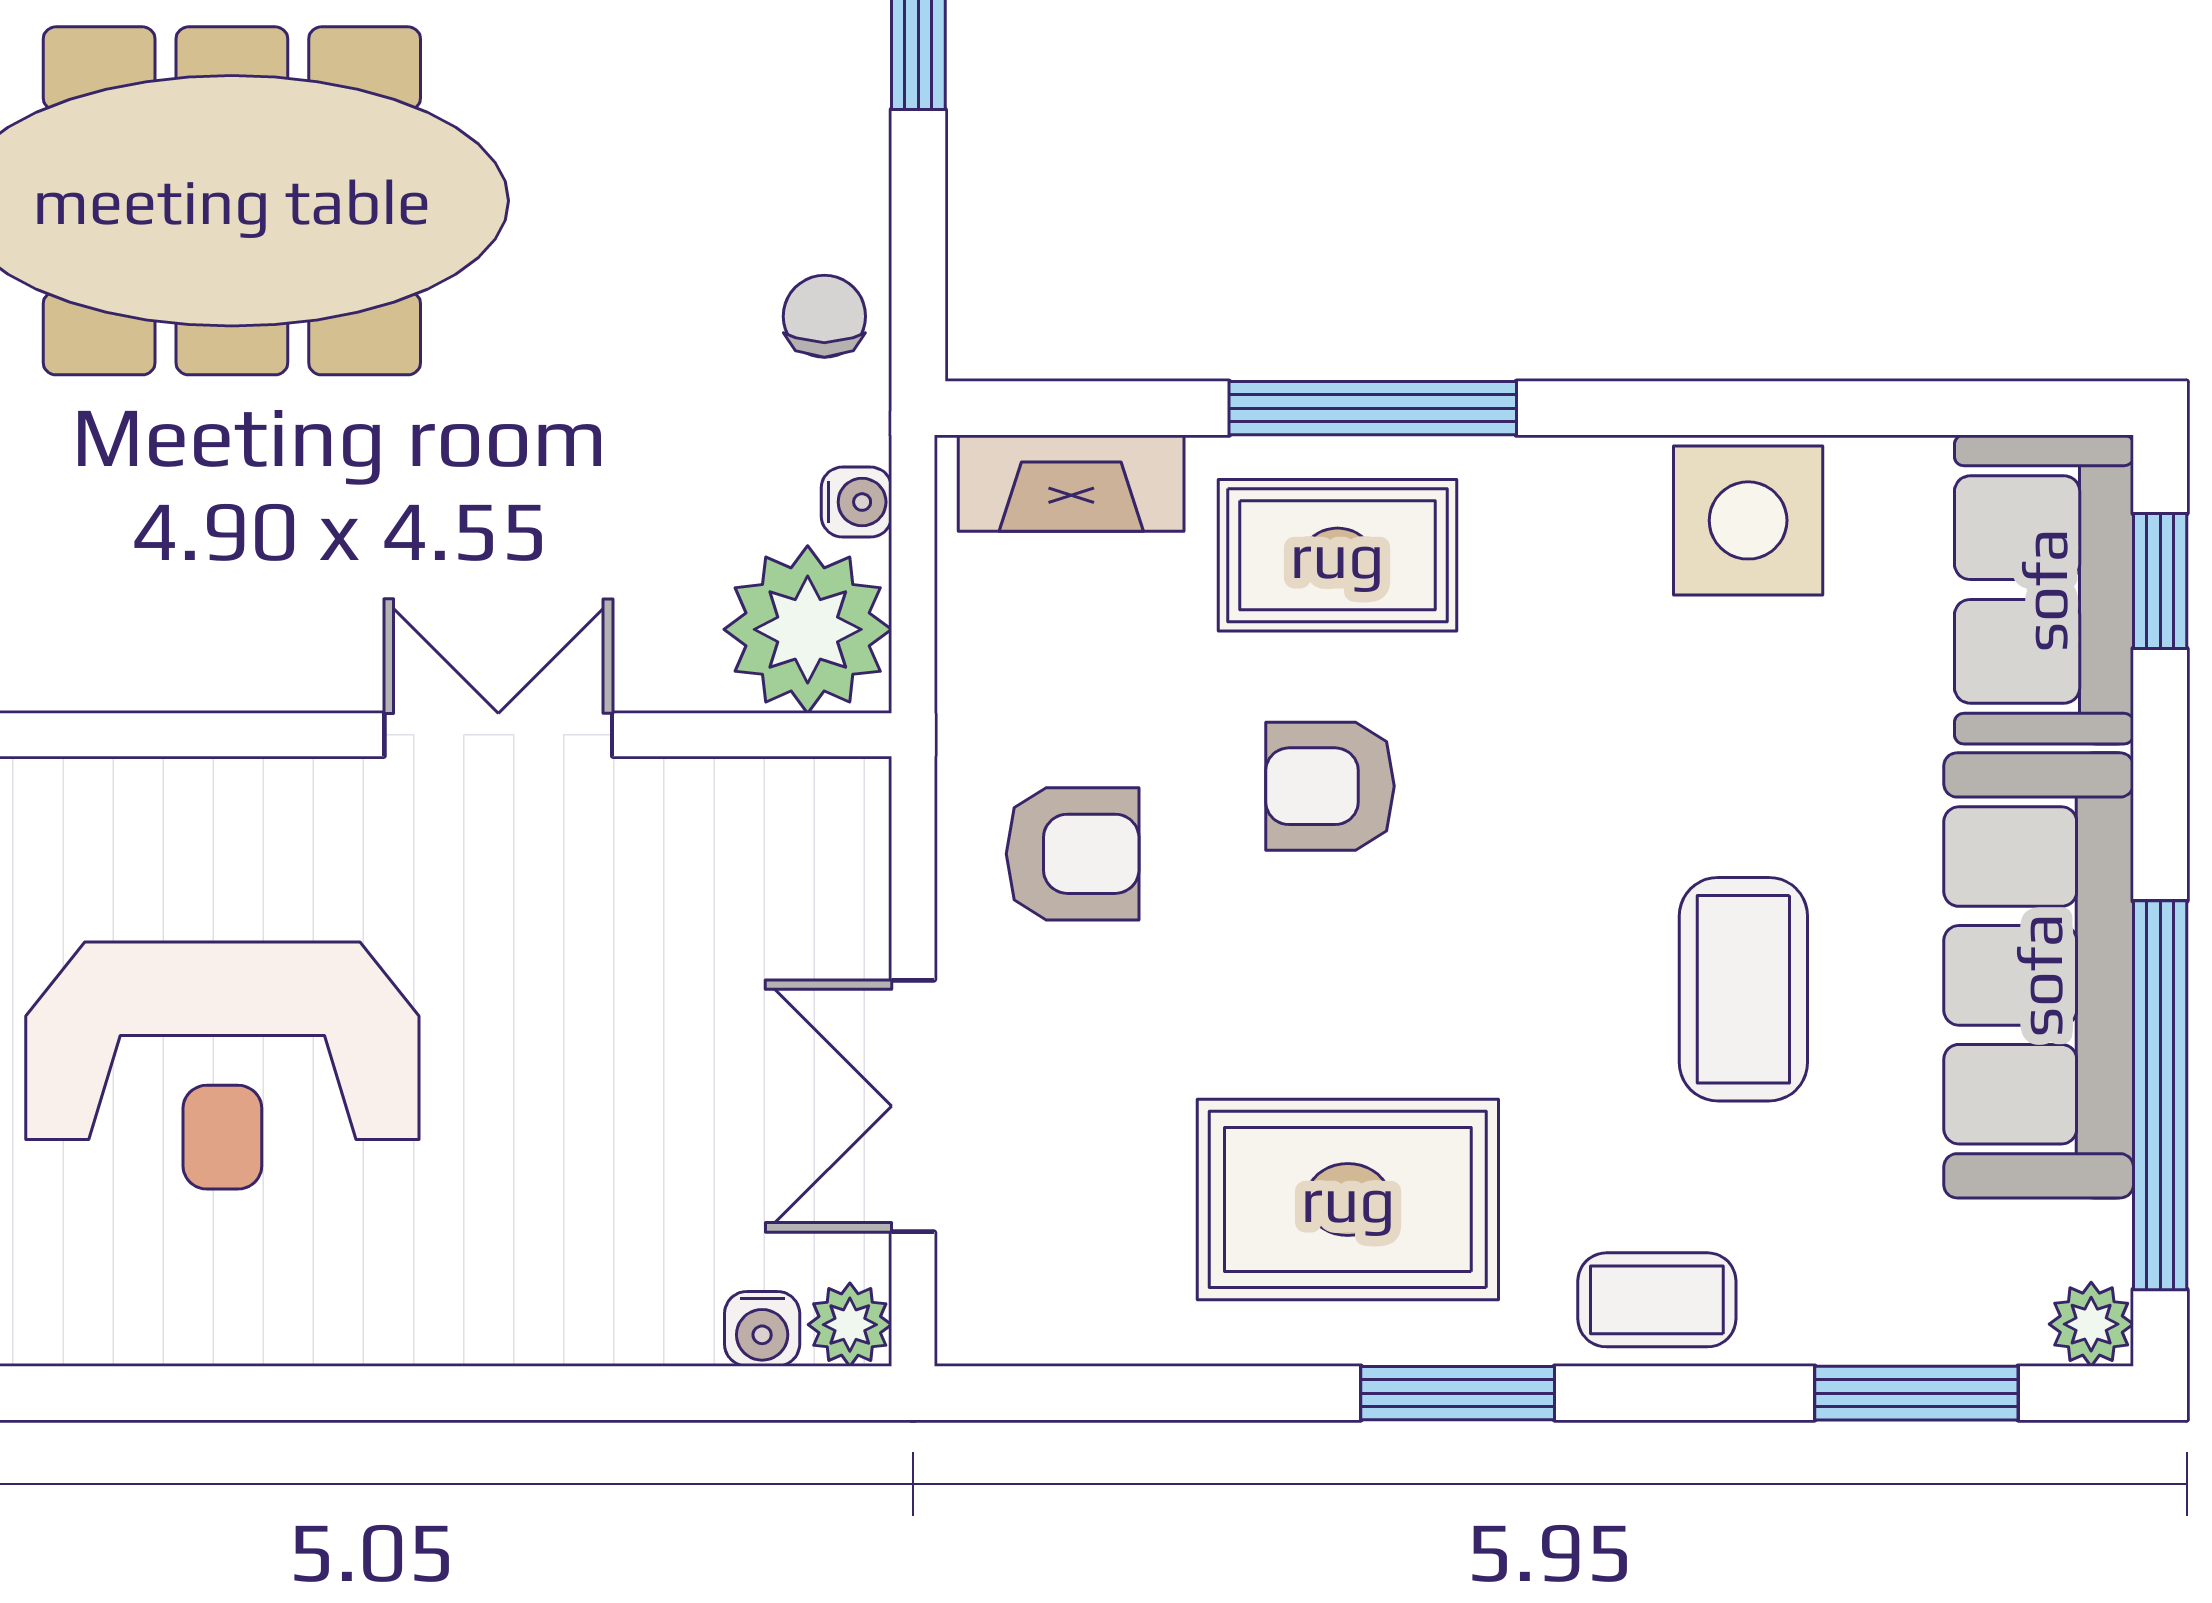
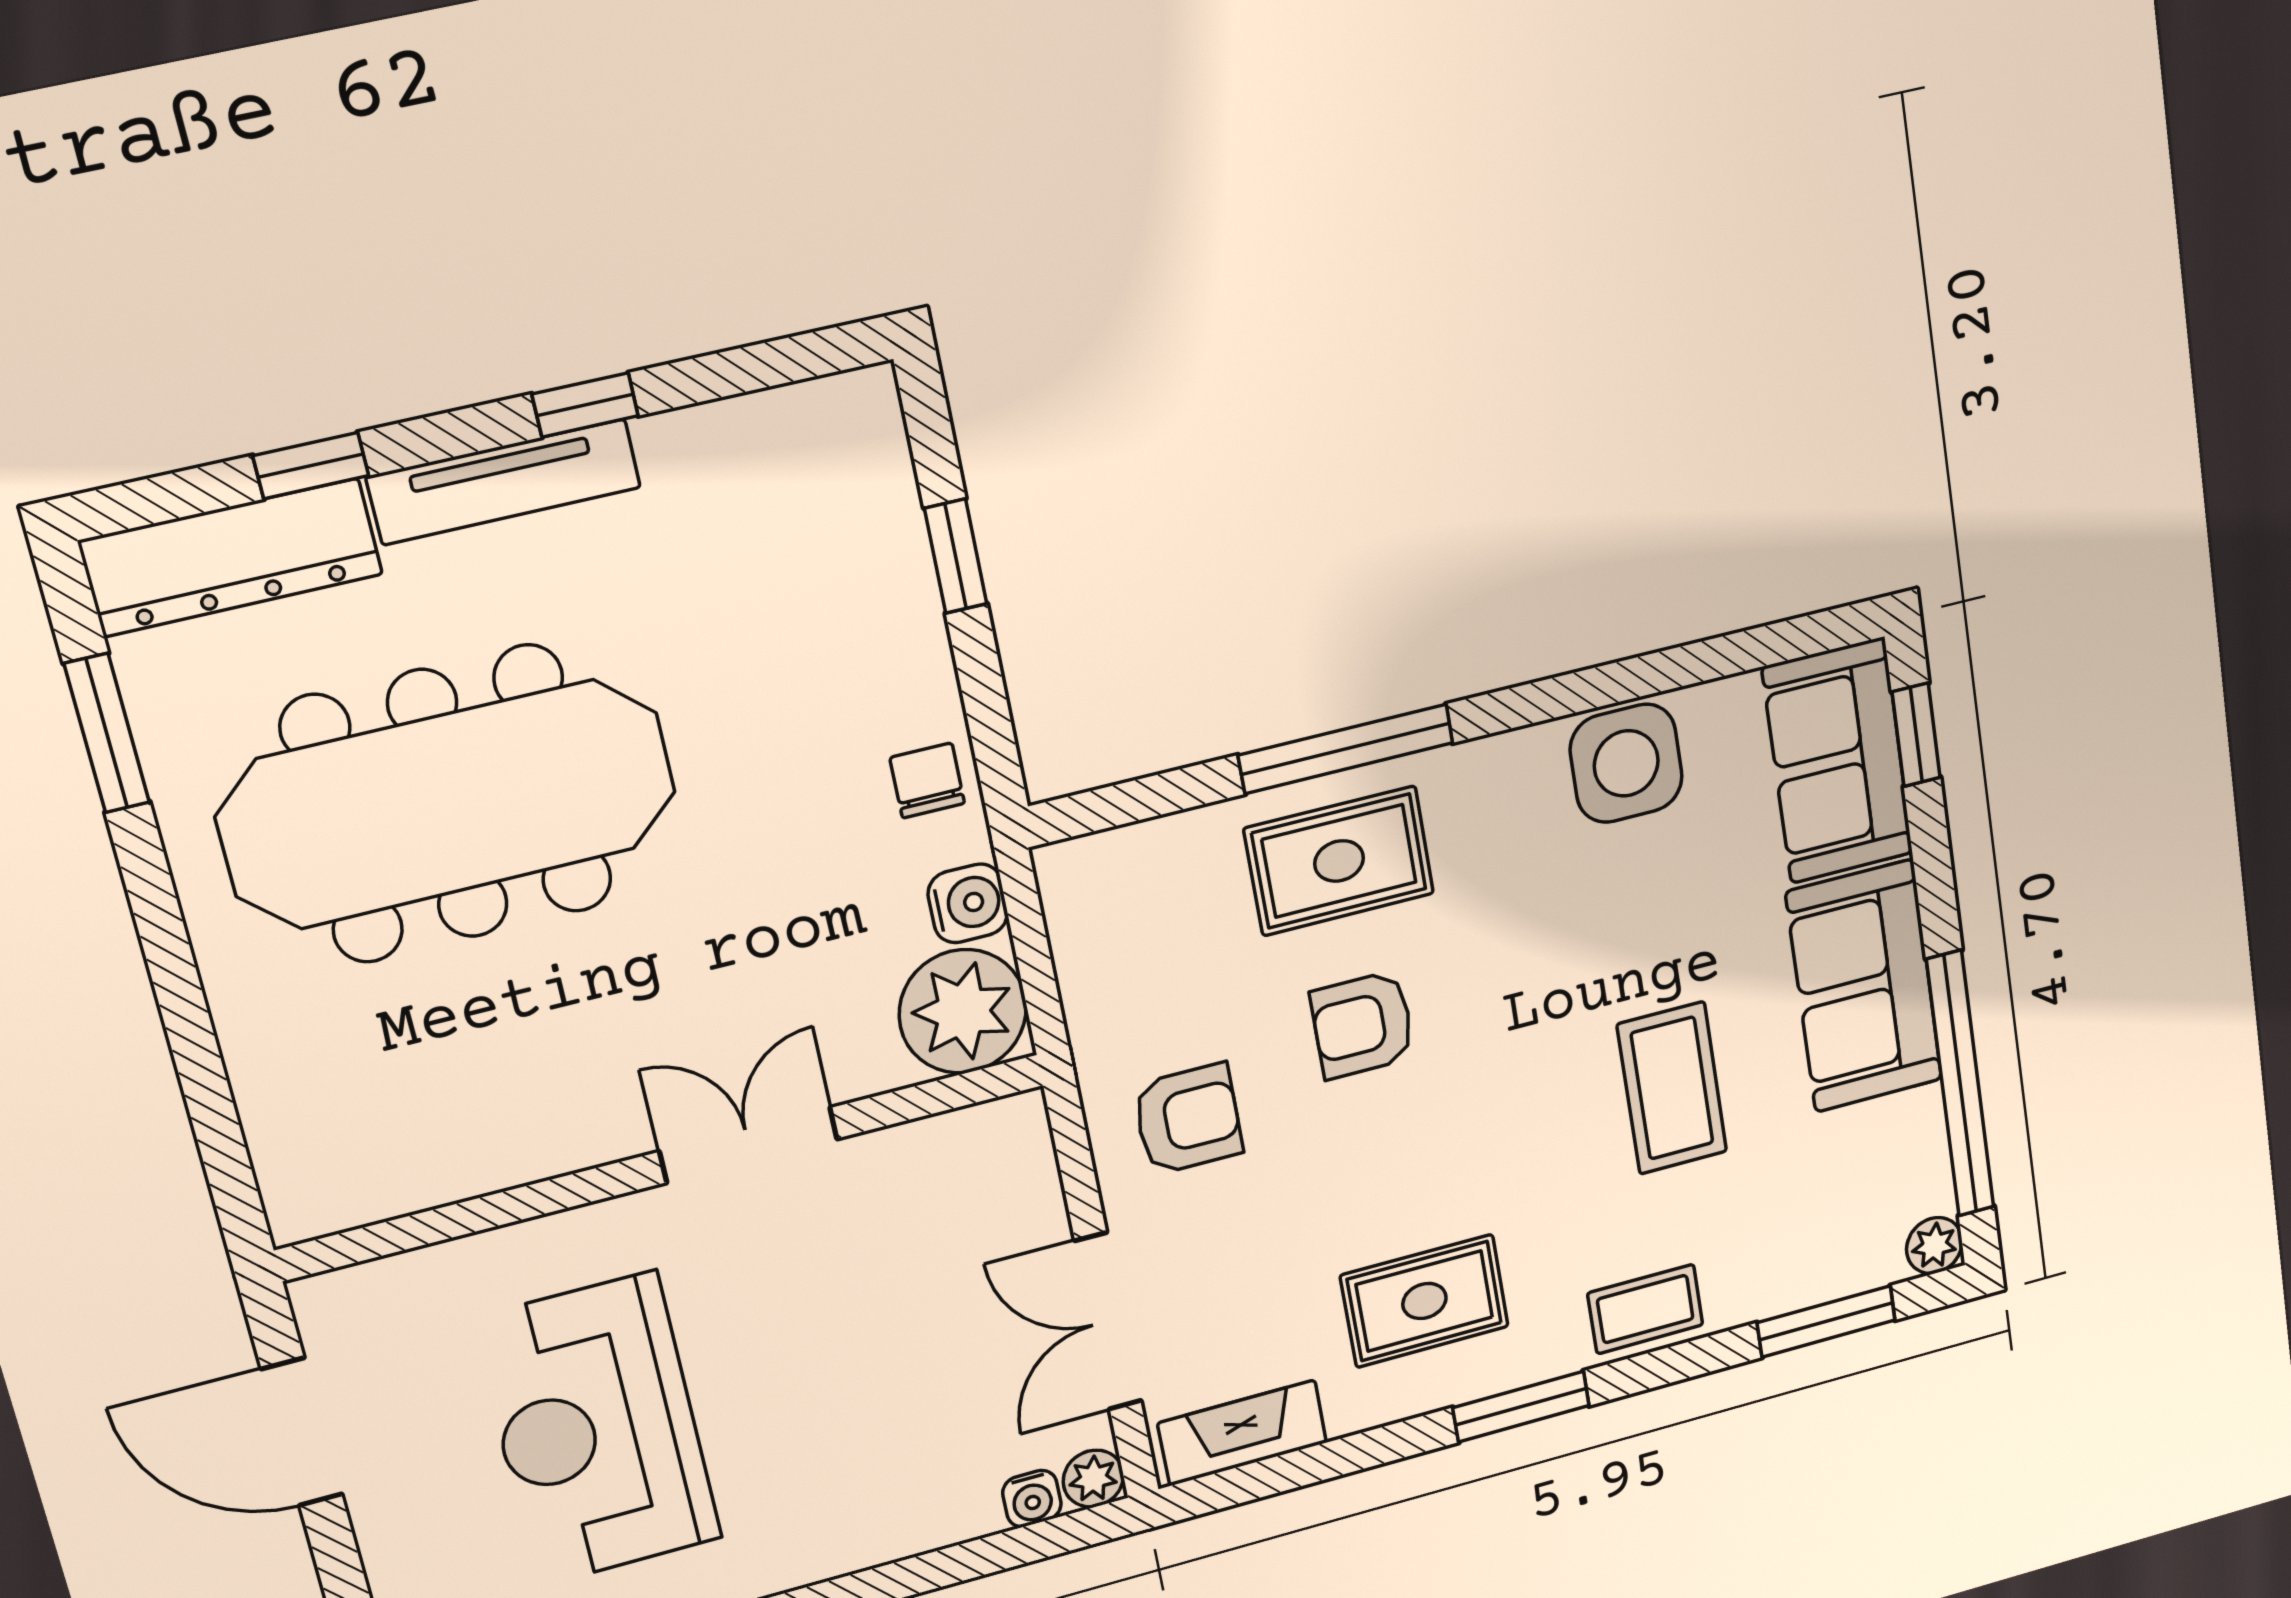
fireplace: (1071, 483) -> (1242, 1433), moved, turned 180
water cooler: (856, 502) -> (968, 903), width x1.38, depth x1.38
sofa: (2039, 975) -> (1864, 986), width x0.73
reception desk: (222, 1065) -> (598, 1429), turned 90
rug: (1348, 1199) -> (1424, 1301), width x0.73, depth x0.70

